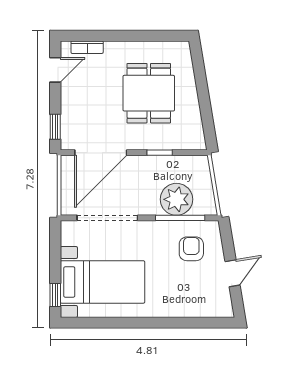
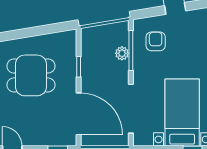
plant: (176, 199) -> (122, 53), width x0.53, depth x0.53
armchair: (191, 249) -> (156, 41), turned 90

